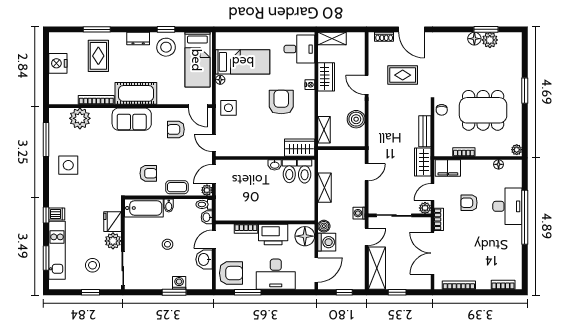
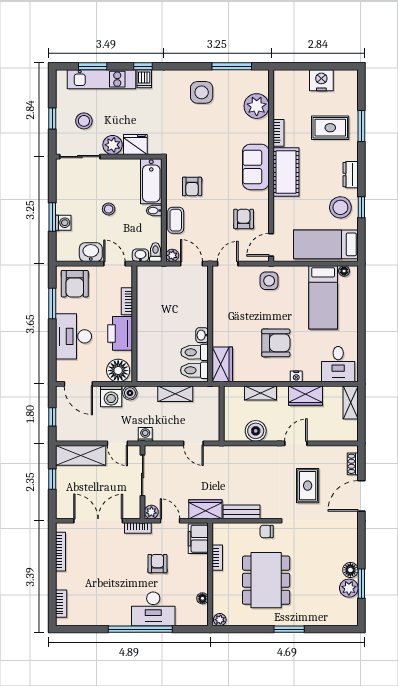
floor lamp: (220, 80) -> (344, 271), moved
bookcase: (96, 100) -> (278, 133), width x0.64
shelving: (324, 130) -> (260, 393), moved

